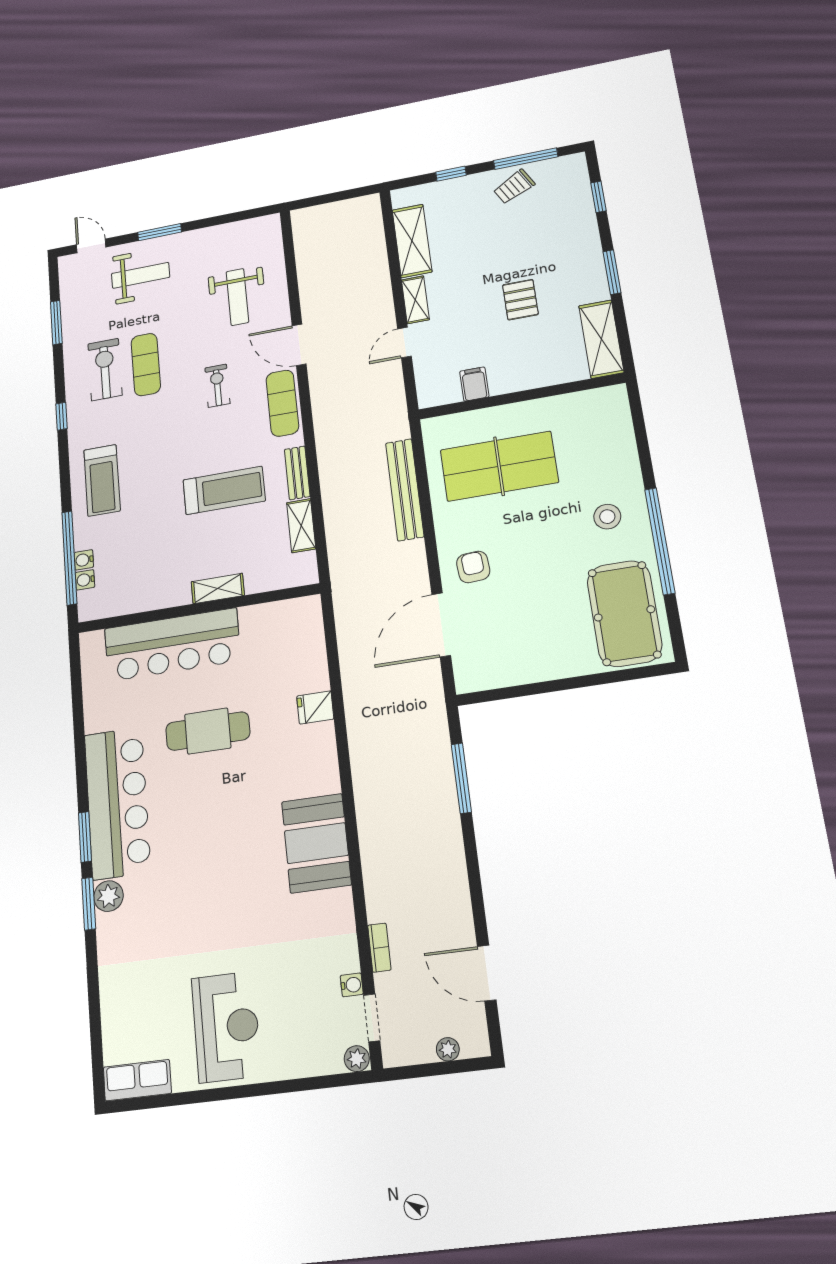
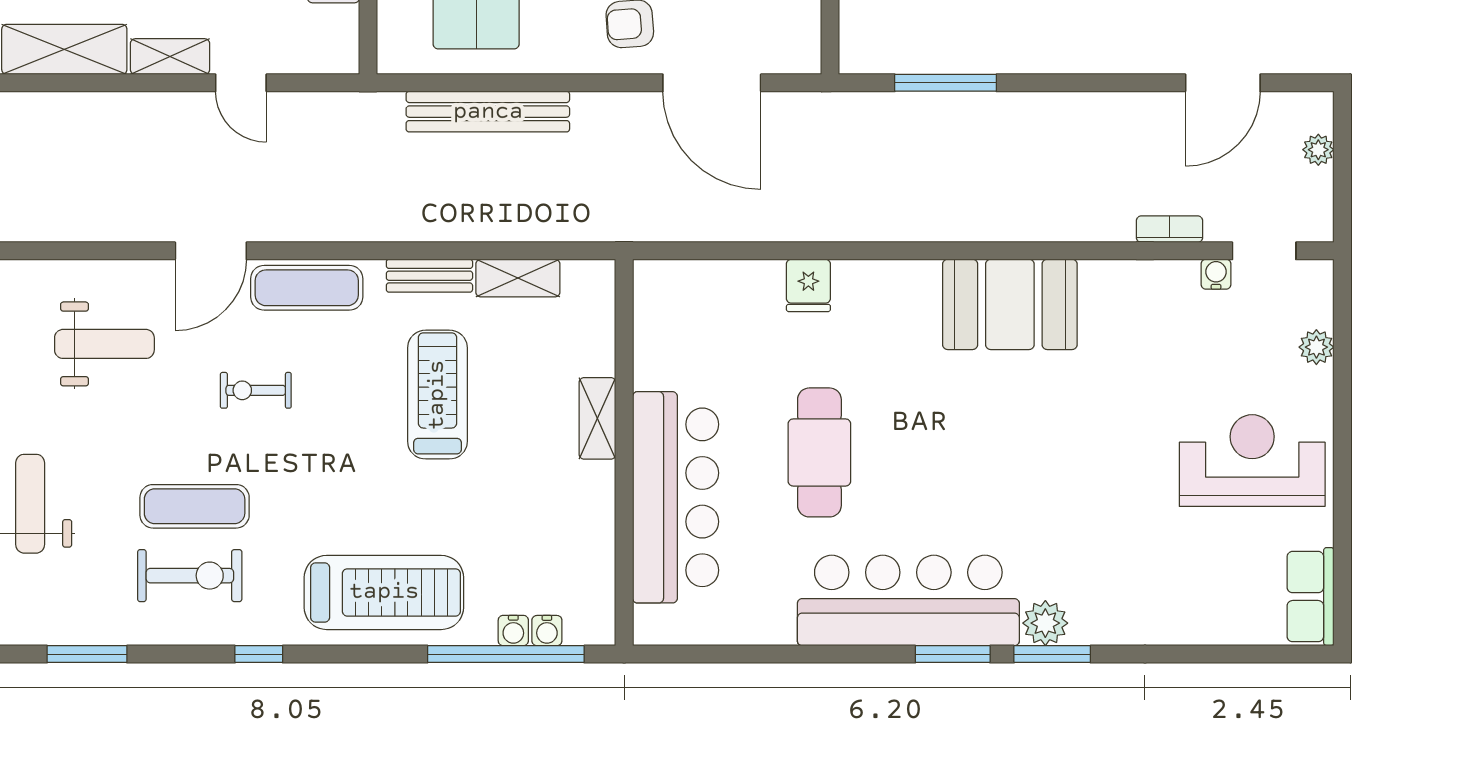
exercise bike: (105, 370) -> (190, 576), turned 180
treadmill: (102, 480) -> (384, 592), width x1.37, depth x1.38
plant: (357, 1059) -> (1316, 347), moved

